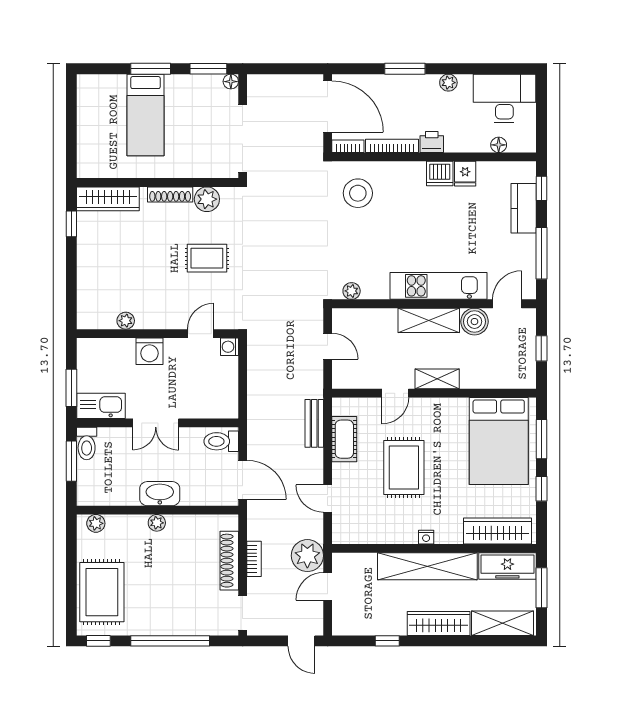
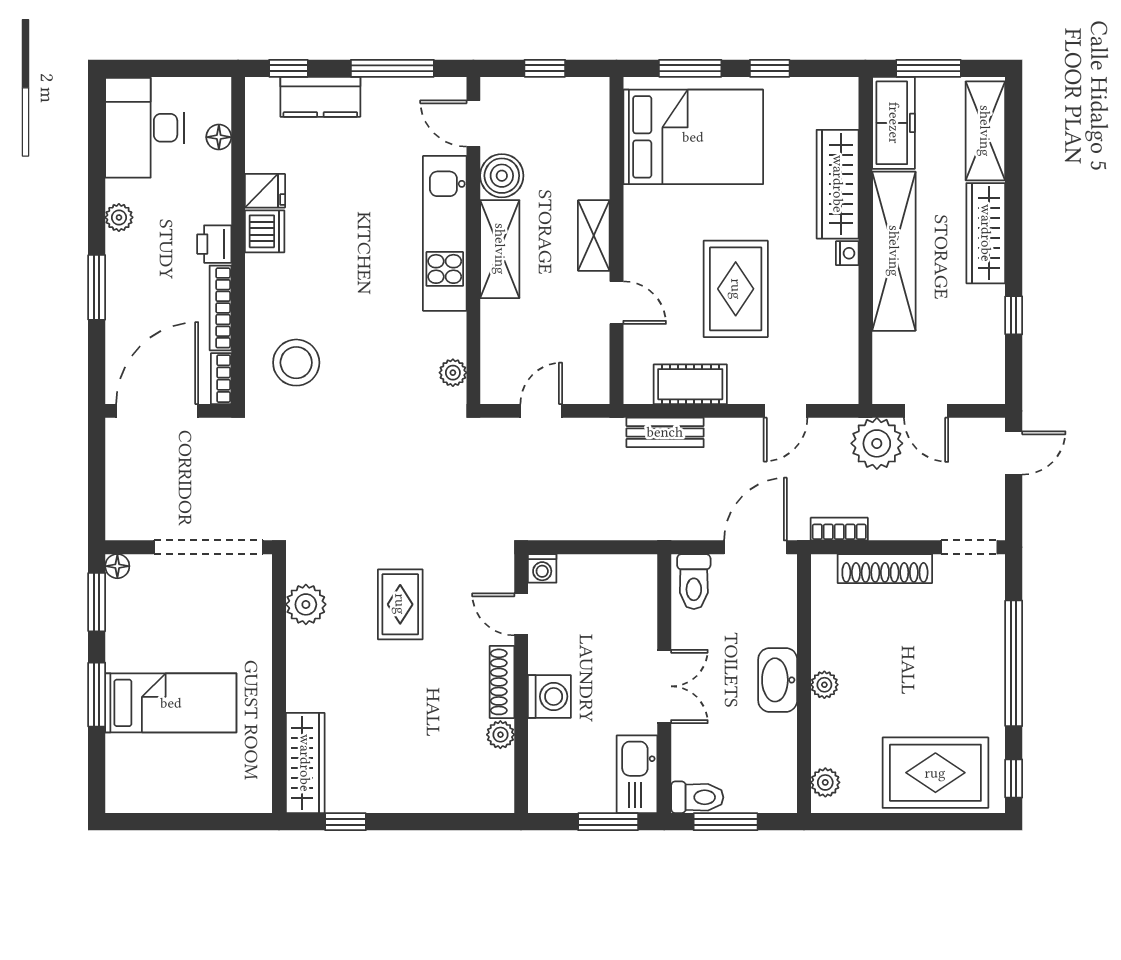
shoe rack: (170, 194) -> (502, 682), moved, turned 180
rug: (404, 467) -> (736, 289), turned 90
wardrobe: (498, 531) -> (838, 184), moved
bookcase: (254, 559) -> (839, 529), moved

